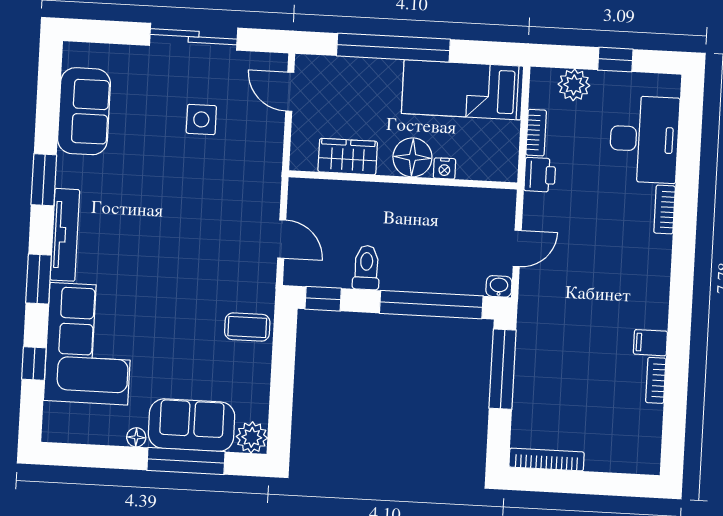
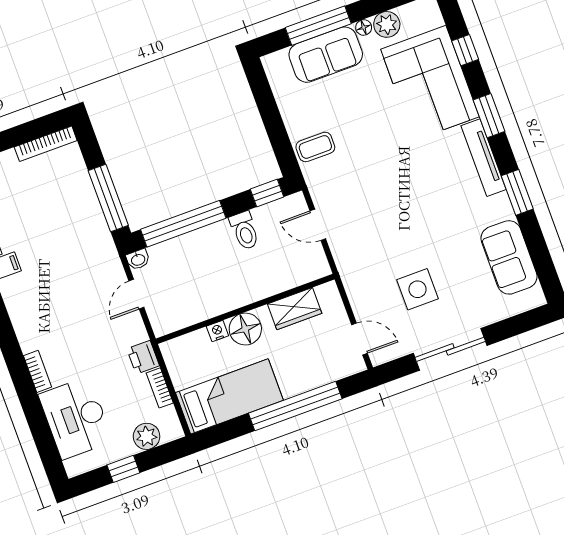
side table: (201, 119) -> (417, 289), width x1.37, depth x1.37
plant: (252, 437) -> (387, 24), moved

